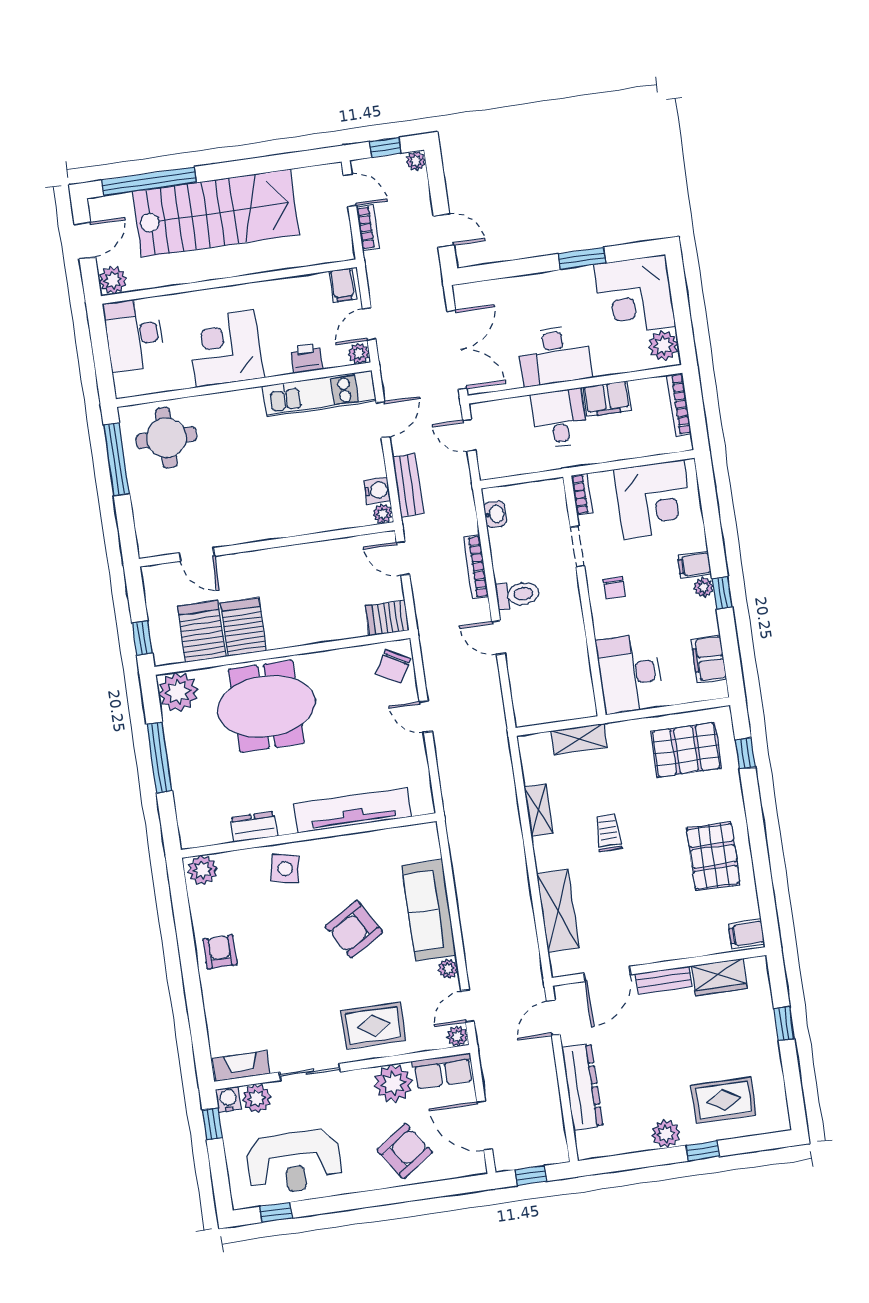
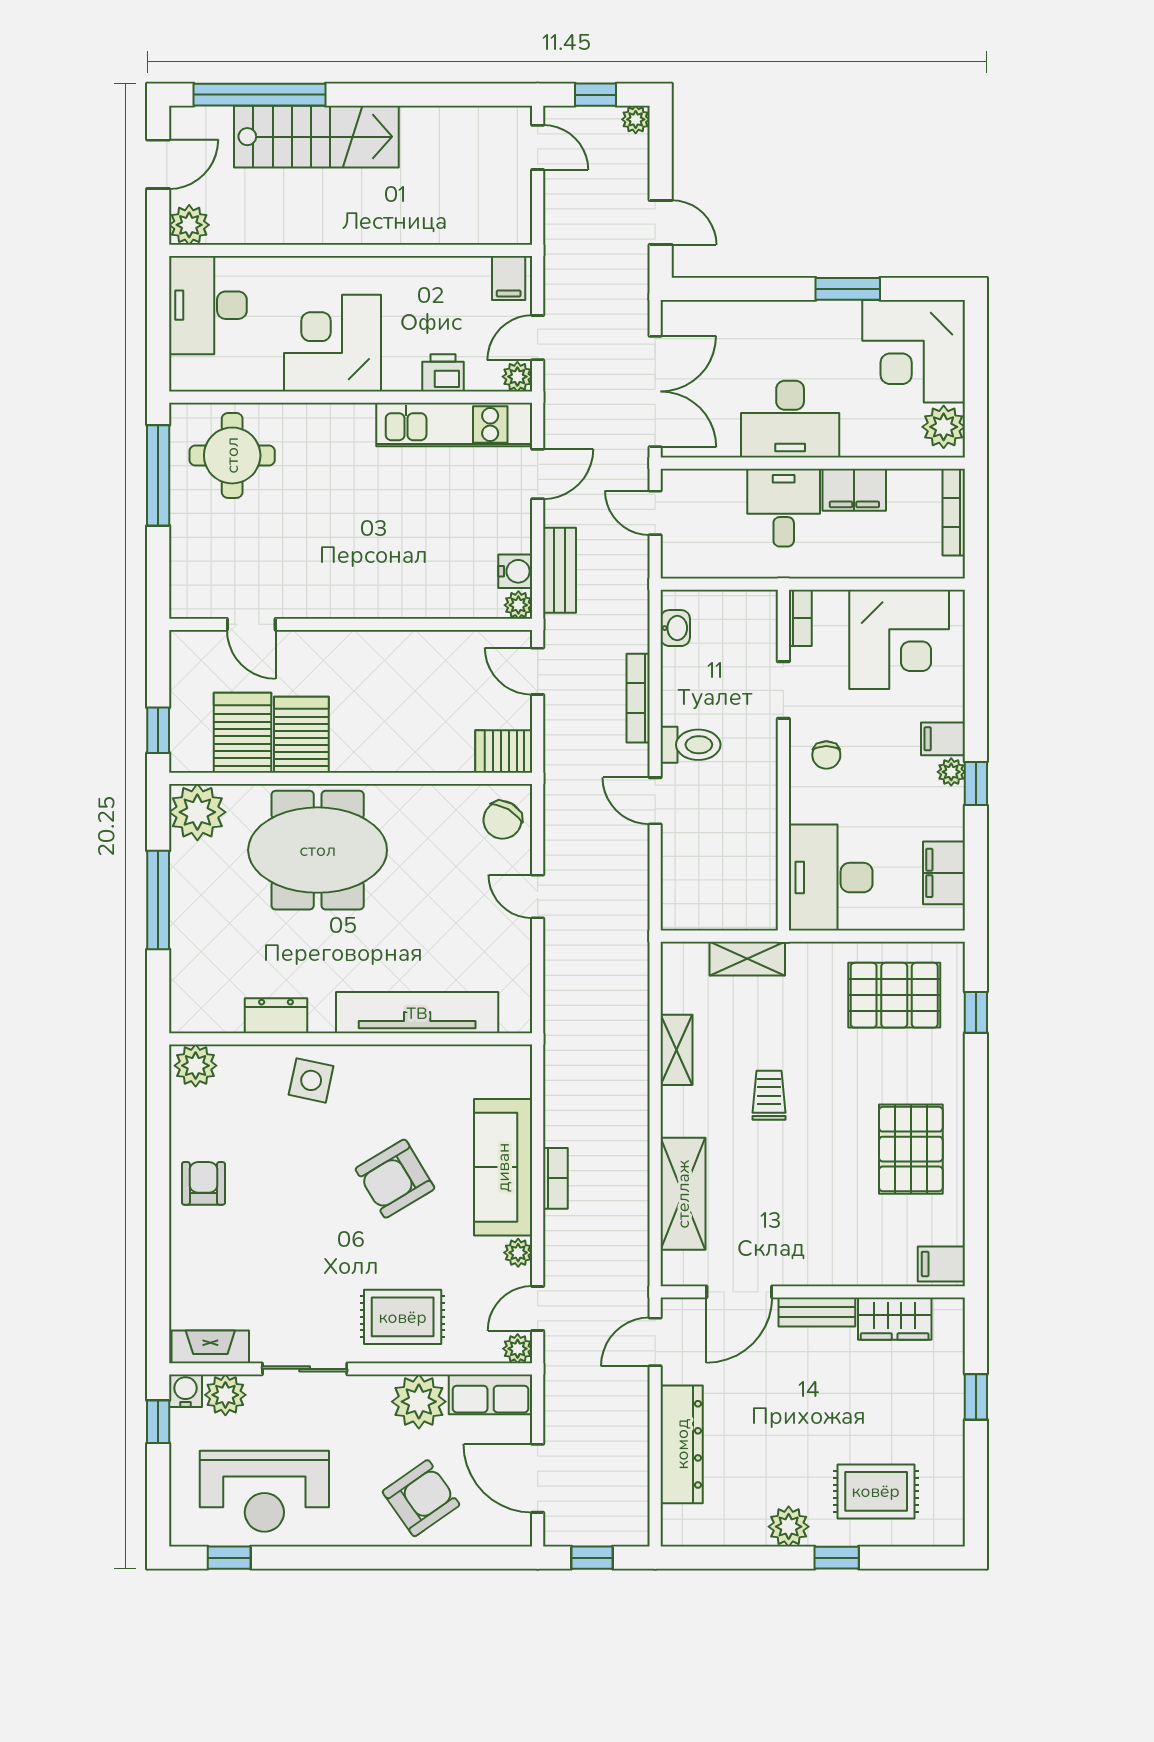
stairs: (216, 213) -> (316, 137), width x0.73, depth x0.66
bookcase: (368, 228) -> (555, 1178), moved

